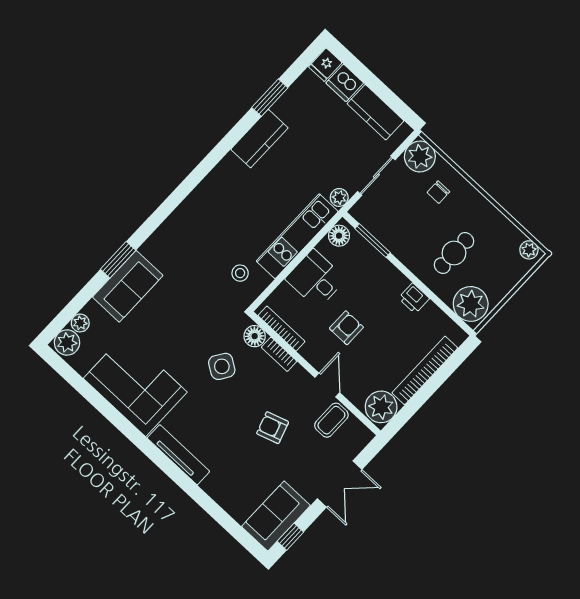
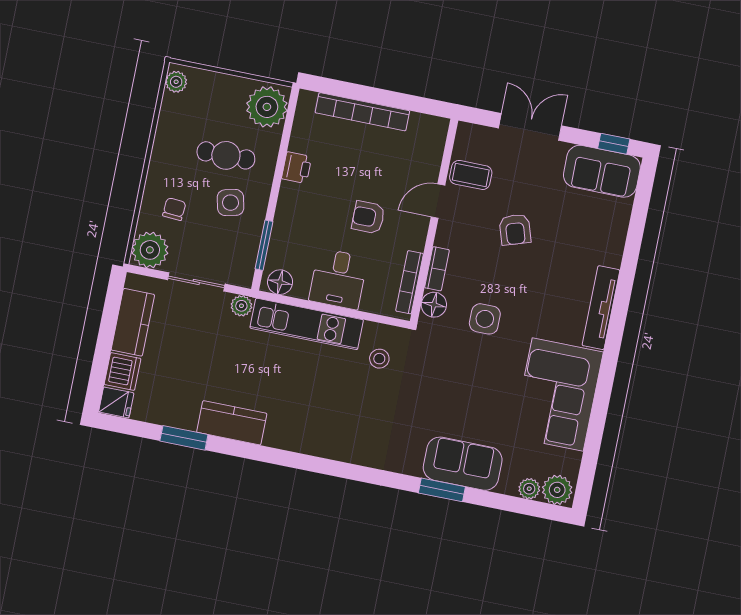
chair: (438, 192) -> (174, 209), turned -86
side table: (418, 235) -> (231, 203), added
side table: (222, 366) -> (485, 319), turned -33
plant: (381, 407) -> (427, 133), removed

